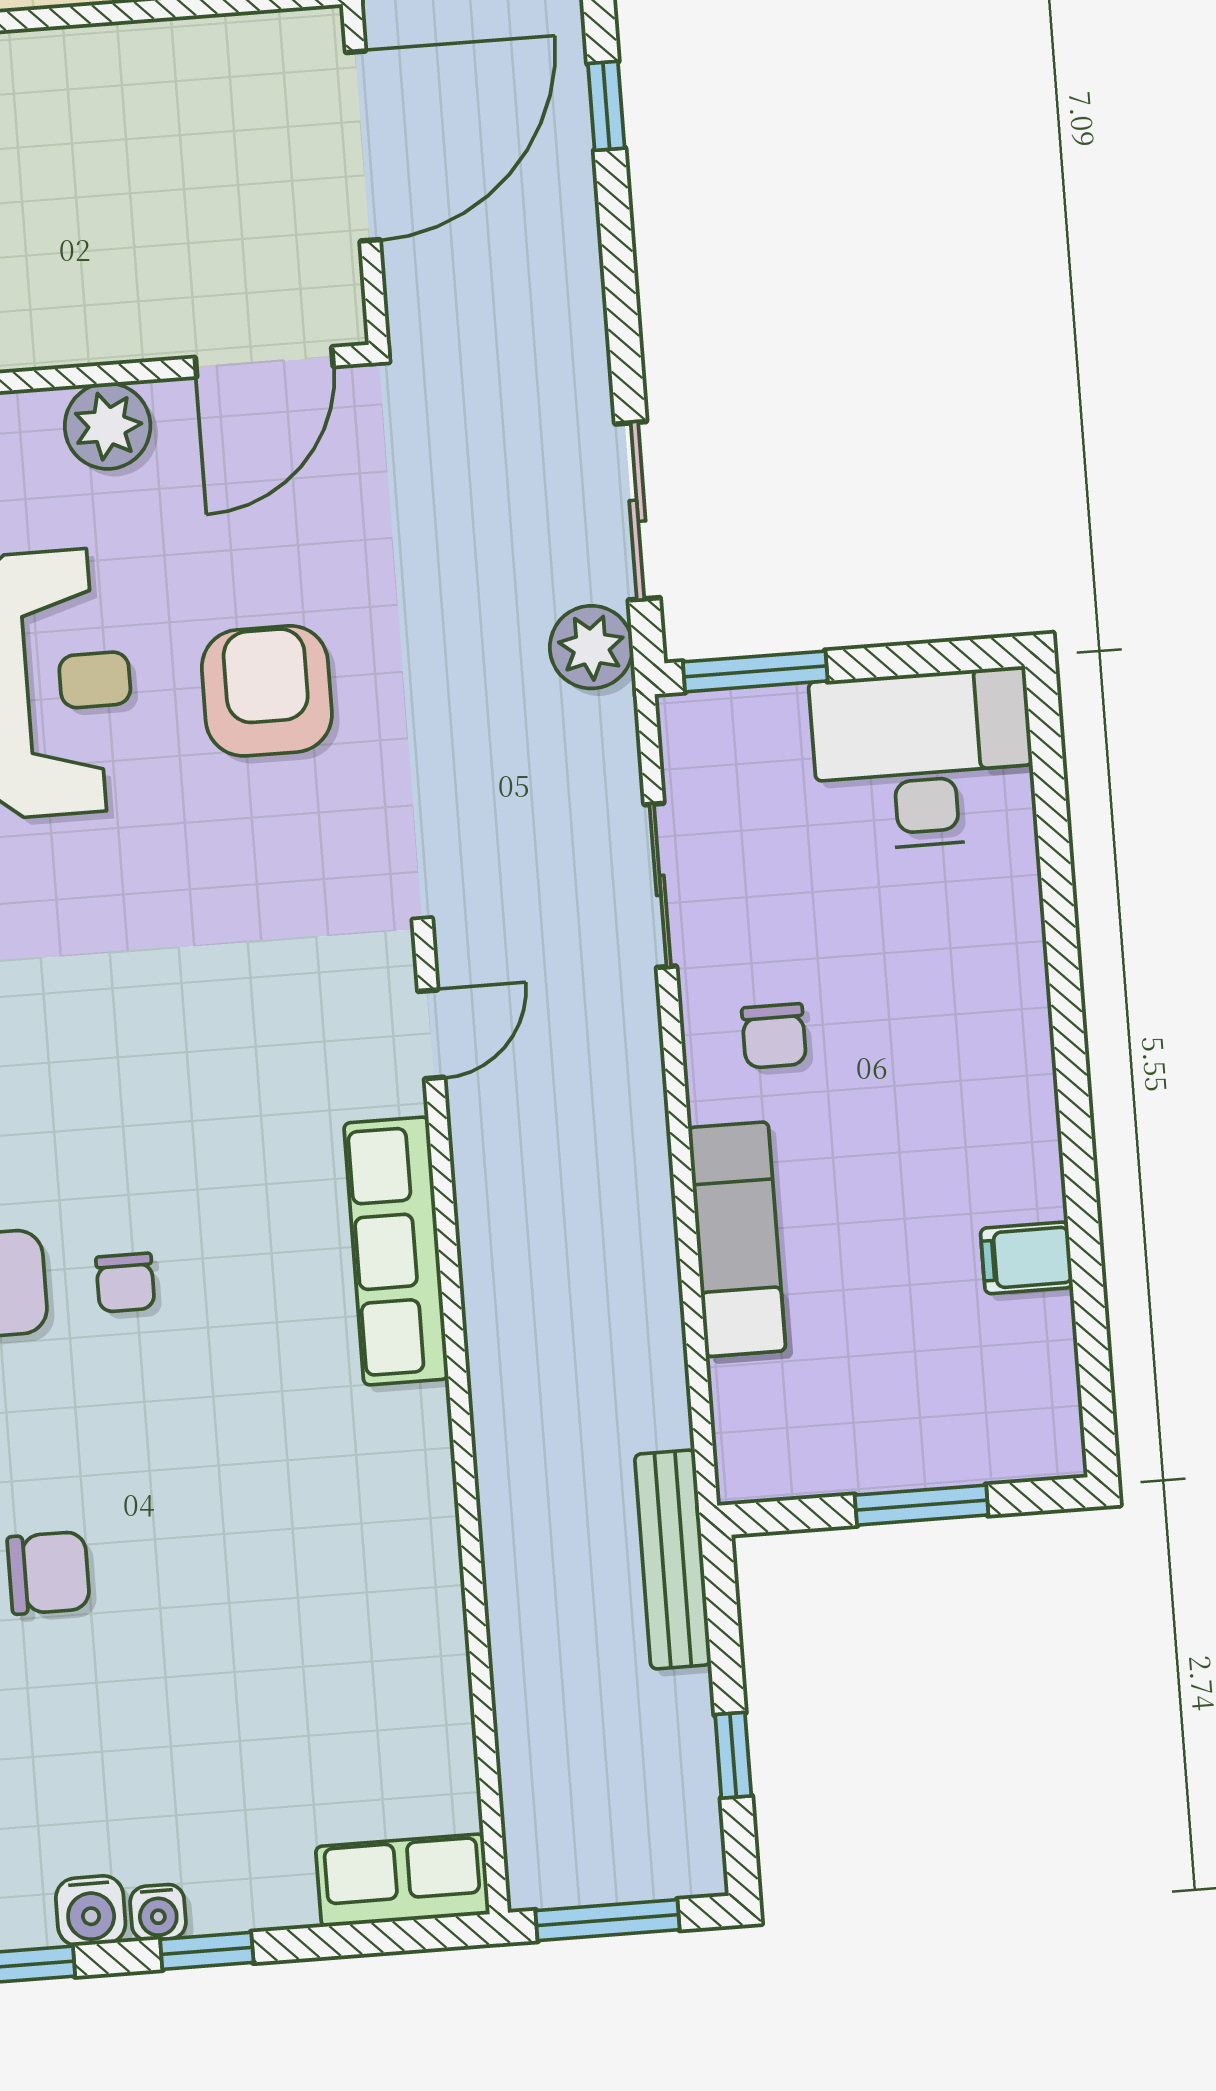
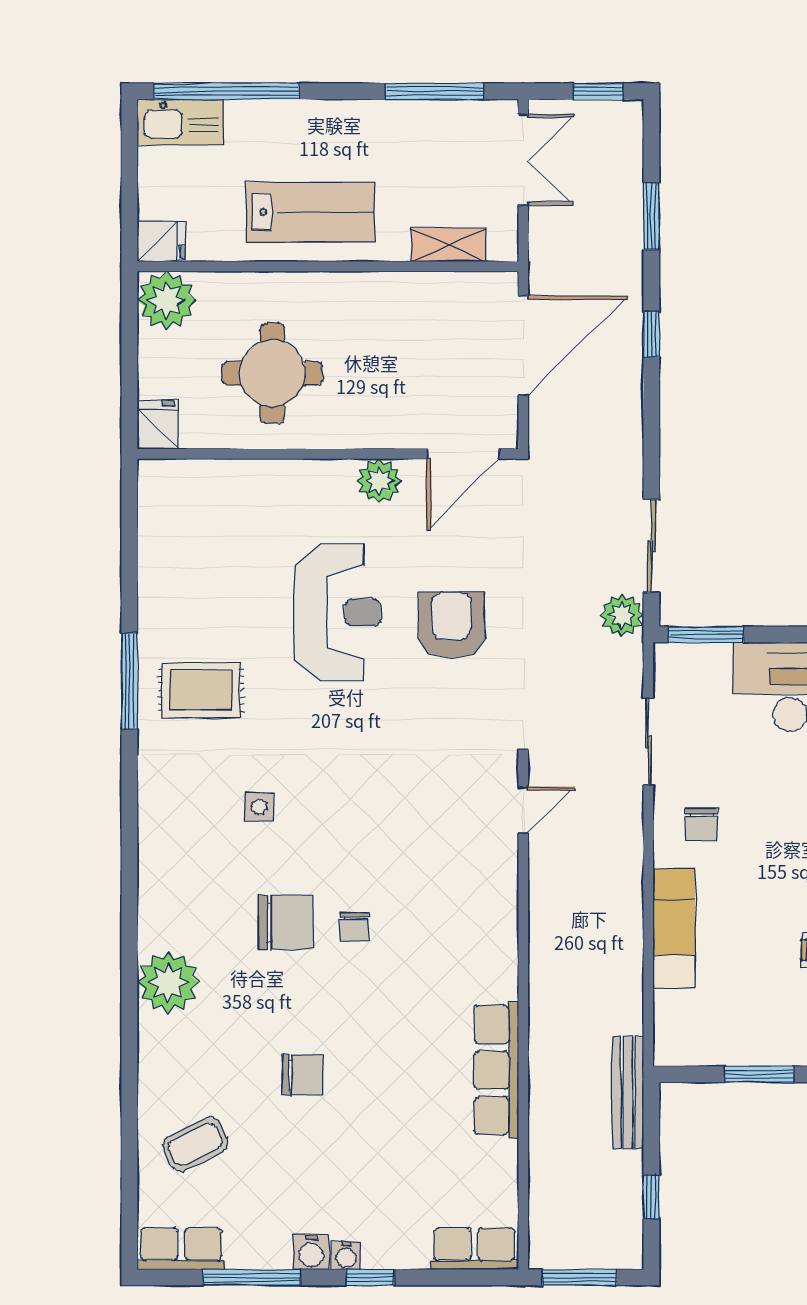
row of seats: (396, 1251) -> (496, 1070), moved

